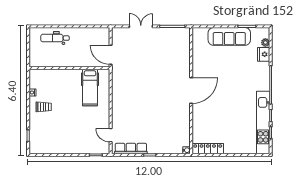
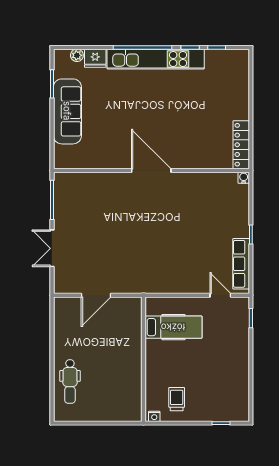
wall: (69, 68) -> (144, 359), moved
hospital bed: (90, 88) -> (173, 327), moved
kitchen unit: (263, 122) -> (156, 59), moved
door: (111, 135) -> (220, 295), swing flipped

